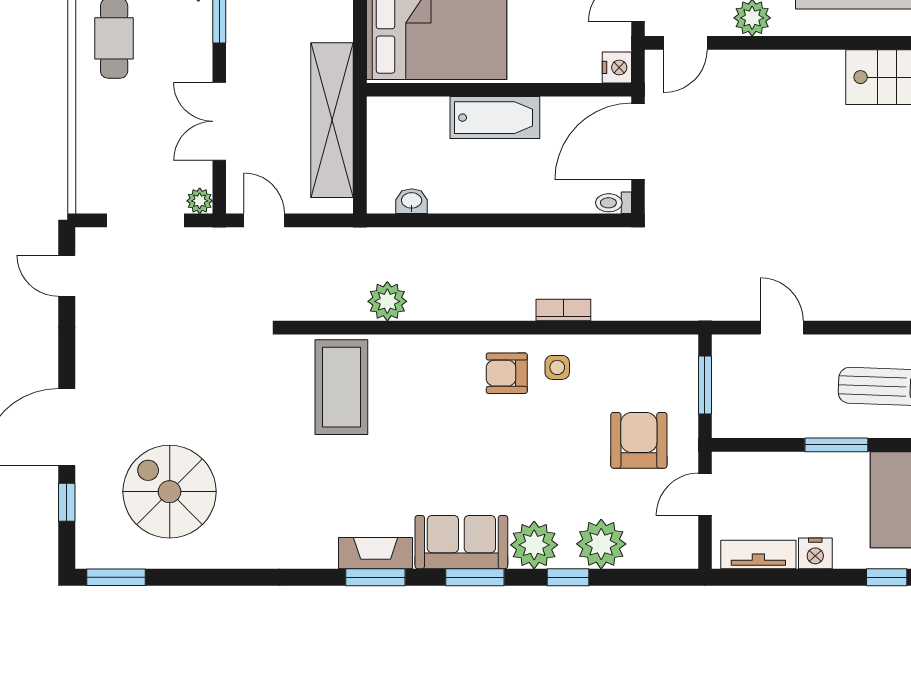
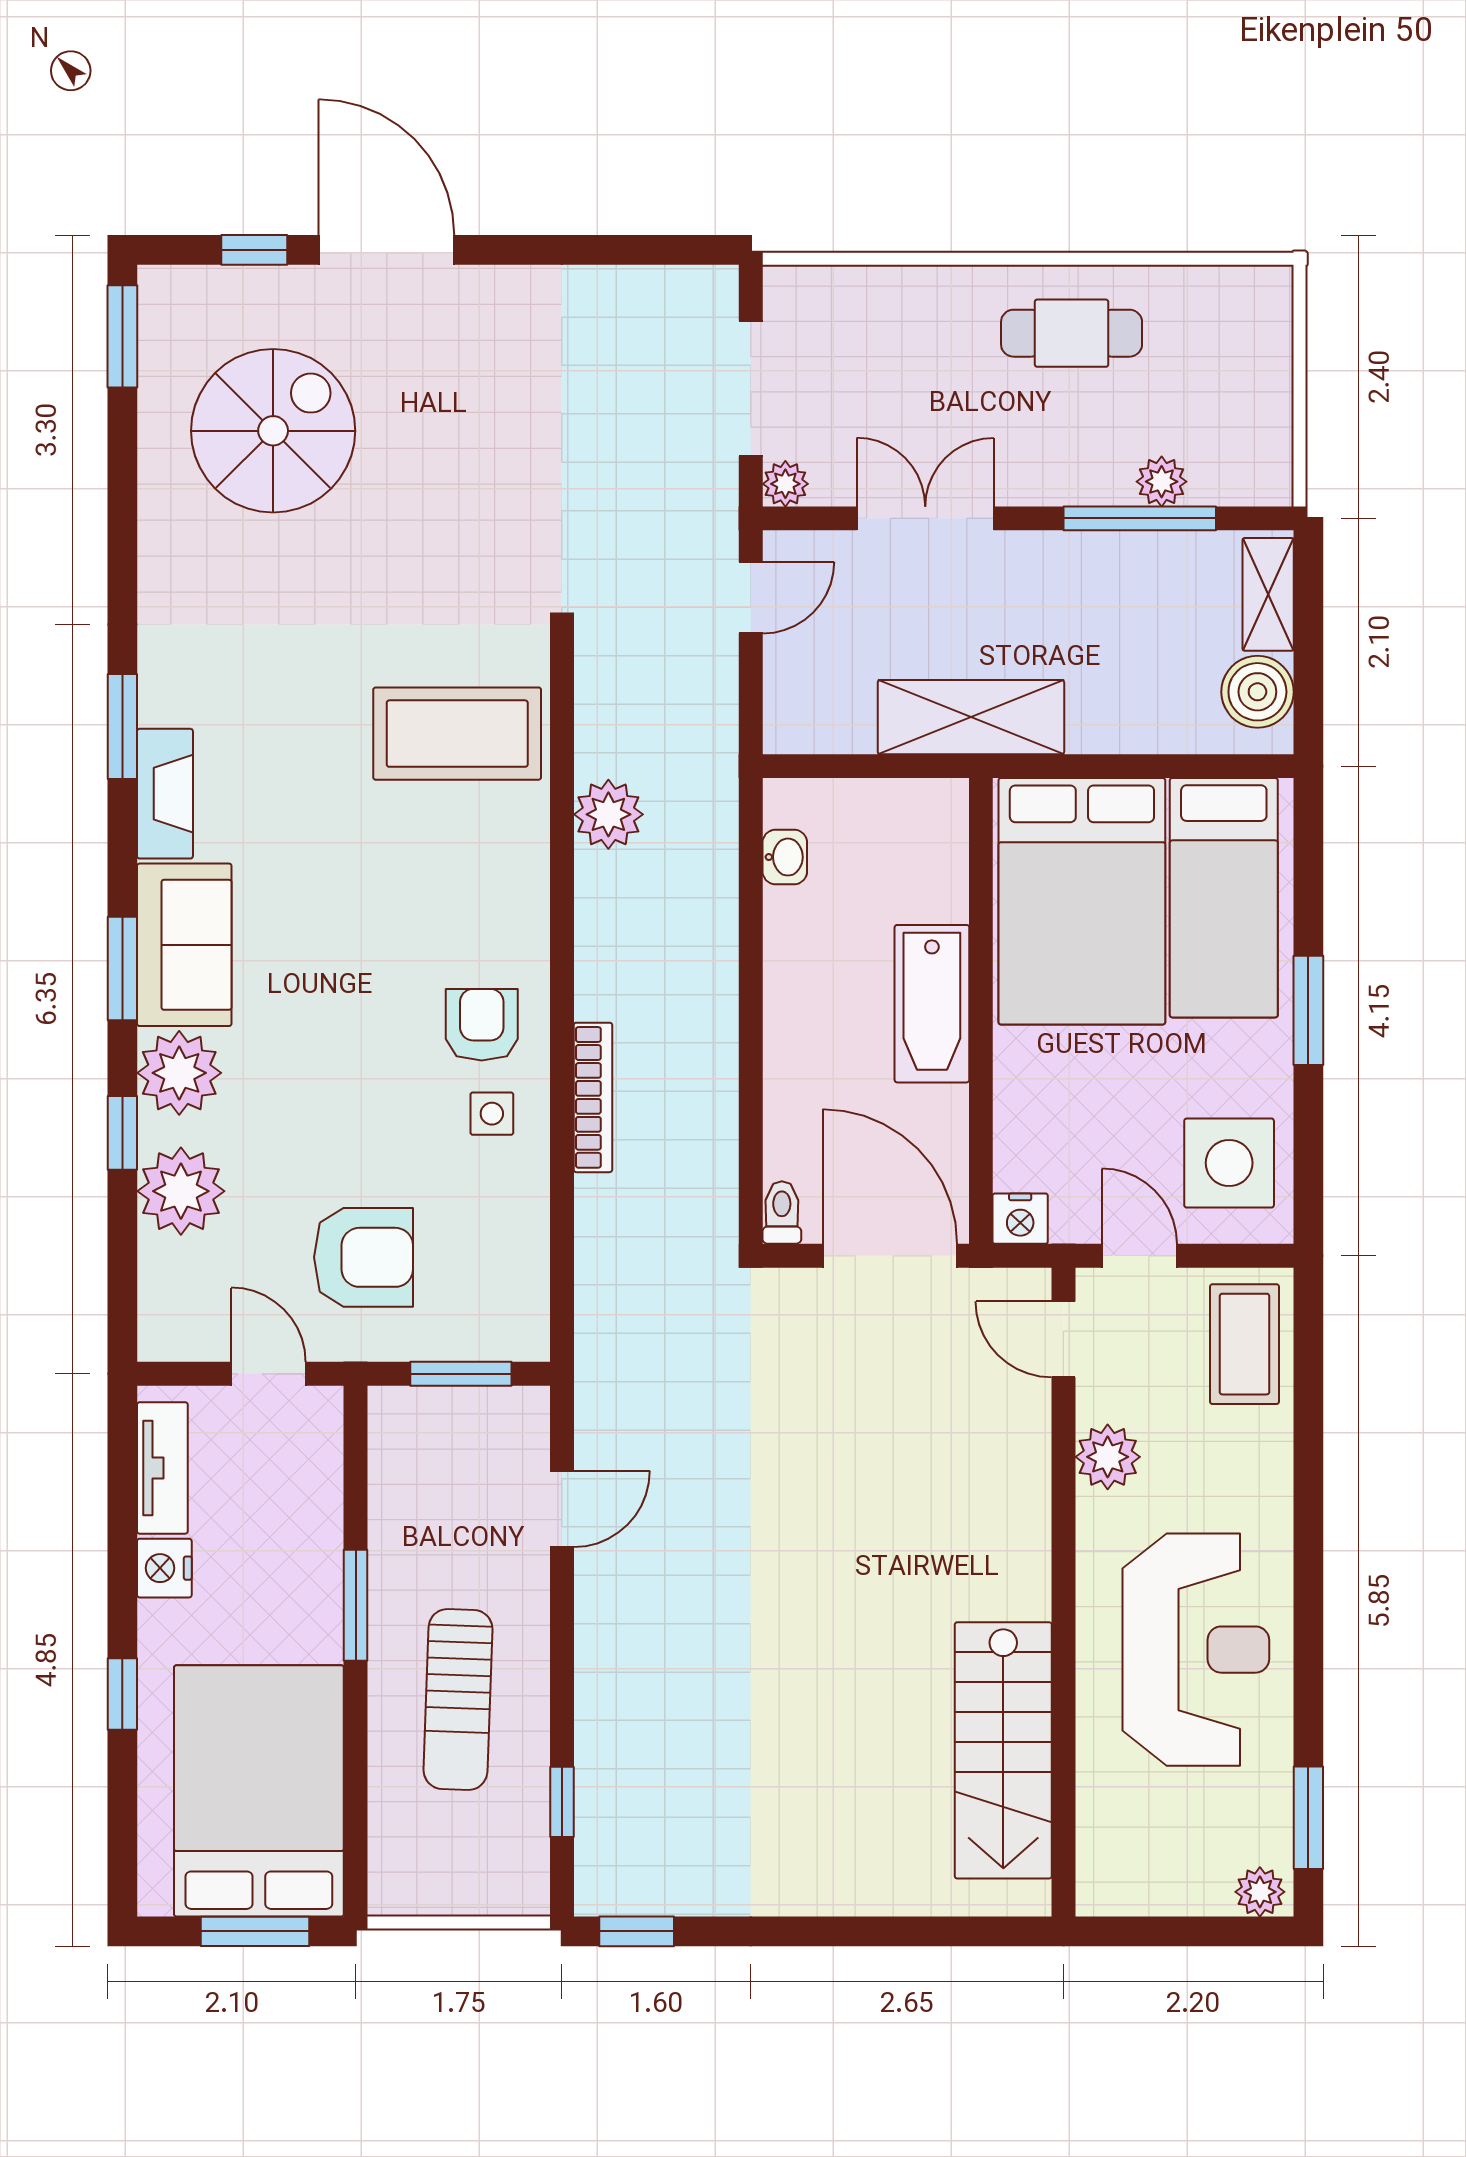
shelving: (332, 120) -> (971, 717), width x0.68
door: (67, 276) -> (653, 250), removed
bookcase: (563, 310) -> (593, 1097), width x1.56
window: (375, 577) -> (122, 727), moved

